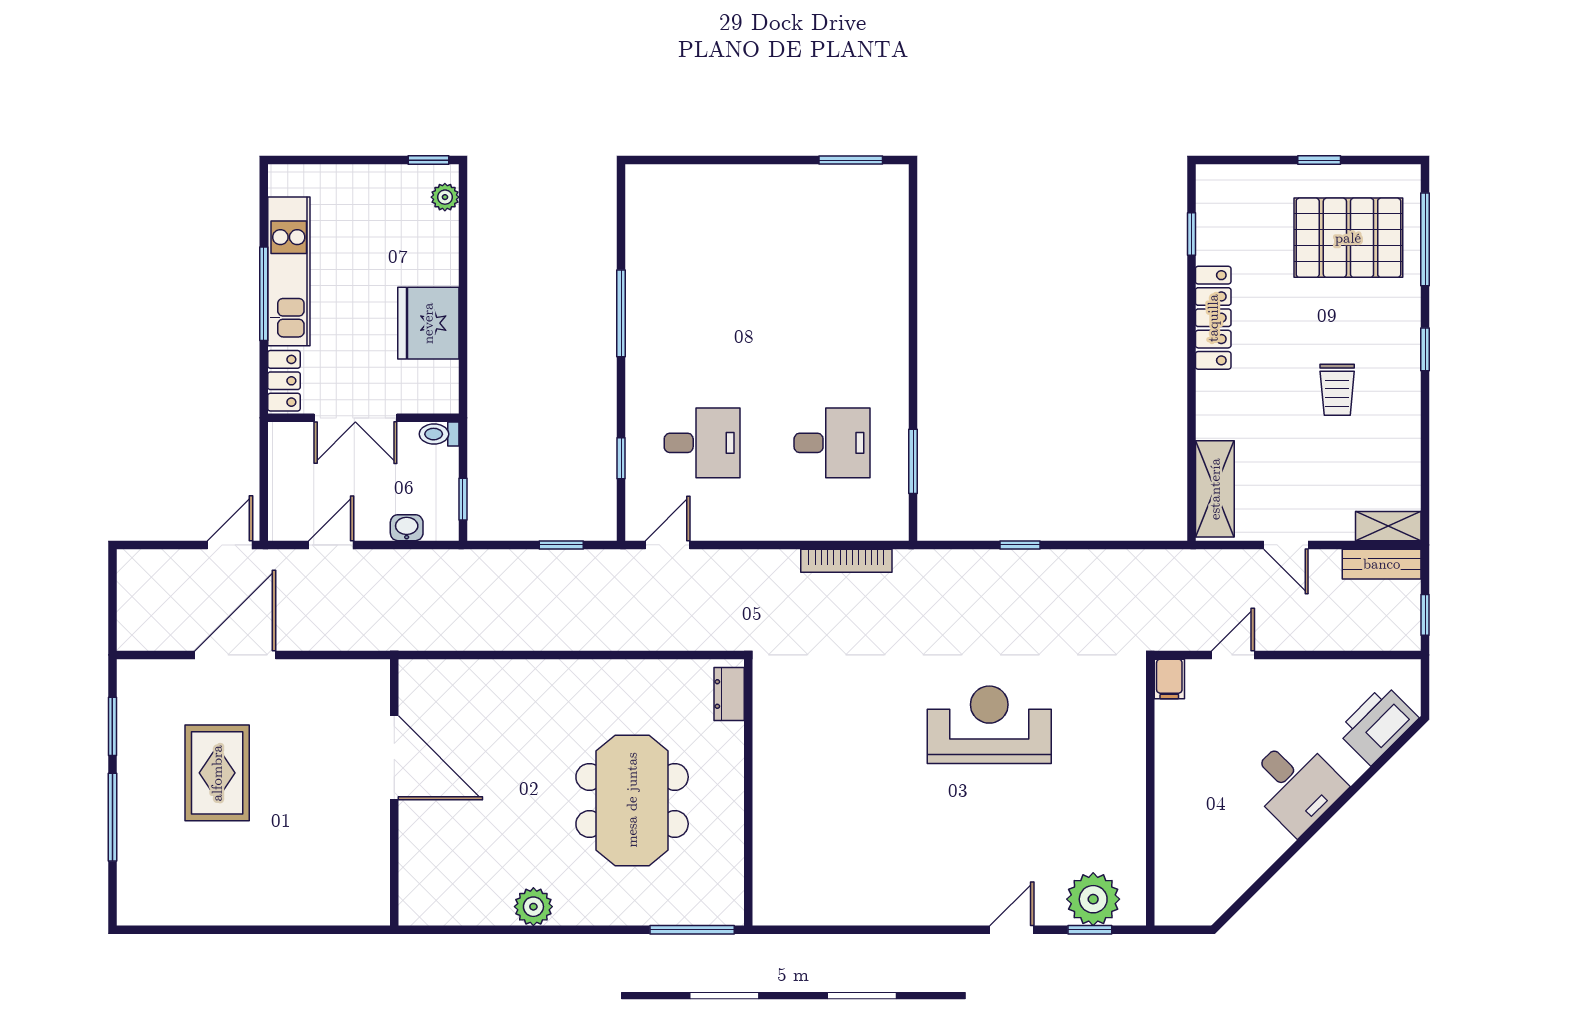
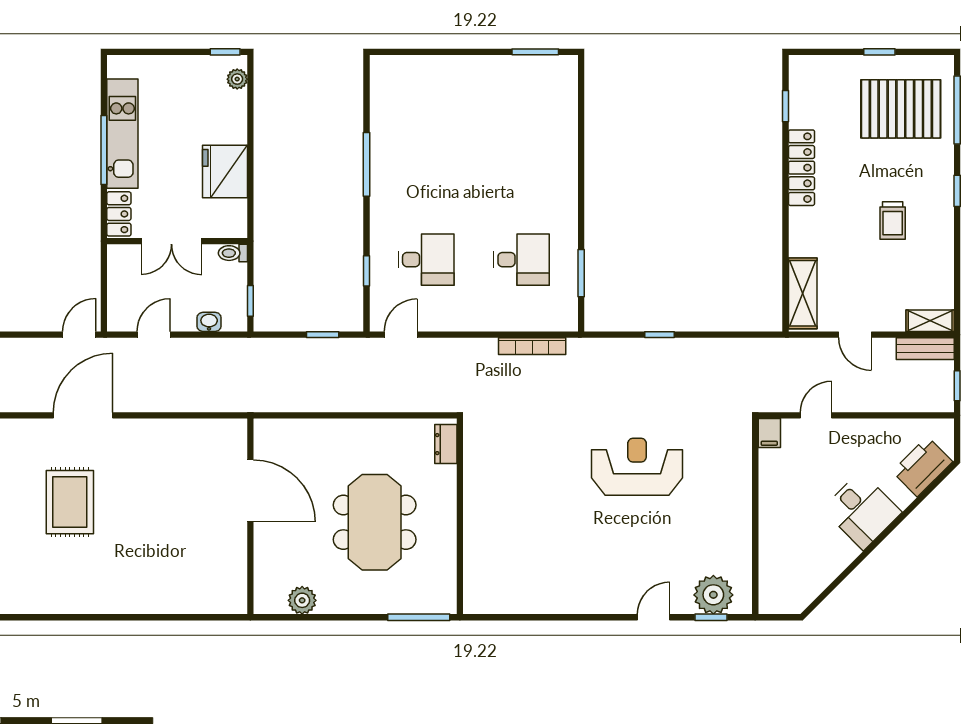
door: (394, 758) -> (250, 491), moved
wall: (394, 792) -> (250, 516), moved

